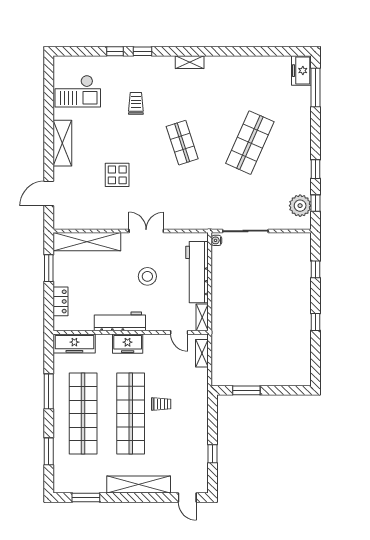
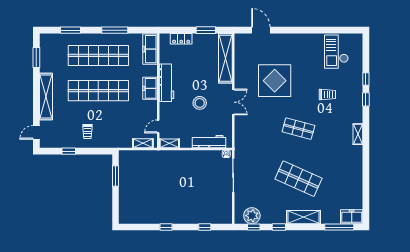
shelving: (62, 143) -> (303, 217), moved
shop shelf: (182, 143) -> (298, 129), turned 33
display table: (117, 175) -> (275, 81), width x1.86, depth x1.86
workbench: (197, 272) -> (209, 142), width x0.73, depth x0.76
trolley: (161, 404) -> (87, 131), moved

